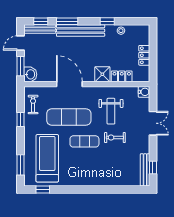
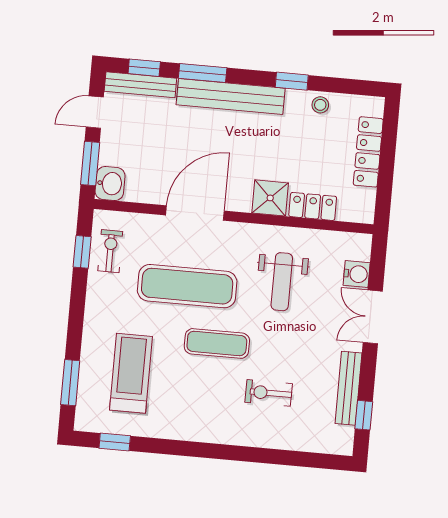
locker: (144, 55) -> (368, 152), width x1.53
door: (69, 84) -> (195, 213), hinge flipped
water cooler: (144, 92) -> (357, 274), moved
window: (21, 119) -> (82, 252), moved
double door: (153, 123) -> (373, 317), swing flipped
exercise bike: (115, 138) -> (269, 393), moved
treadmill: (47, 158) -> (131, 373), width x0.73, depth x0.73
bench: (145, 170) -> (348, 388), moved

